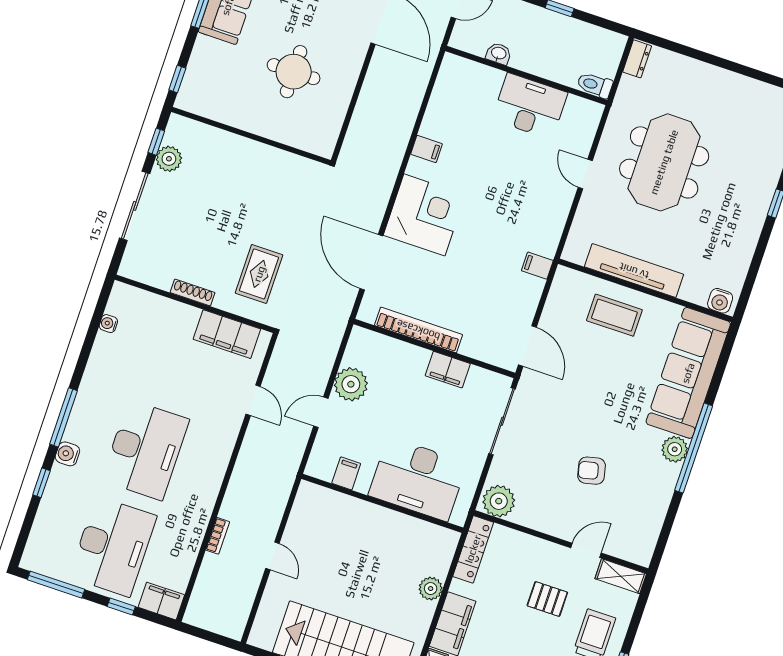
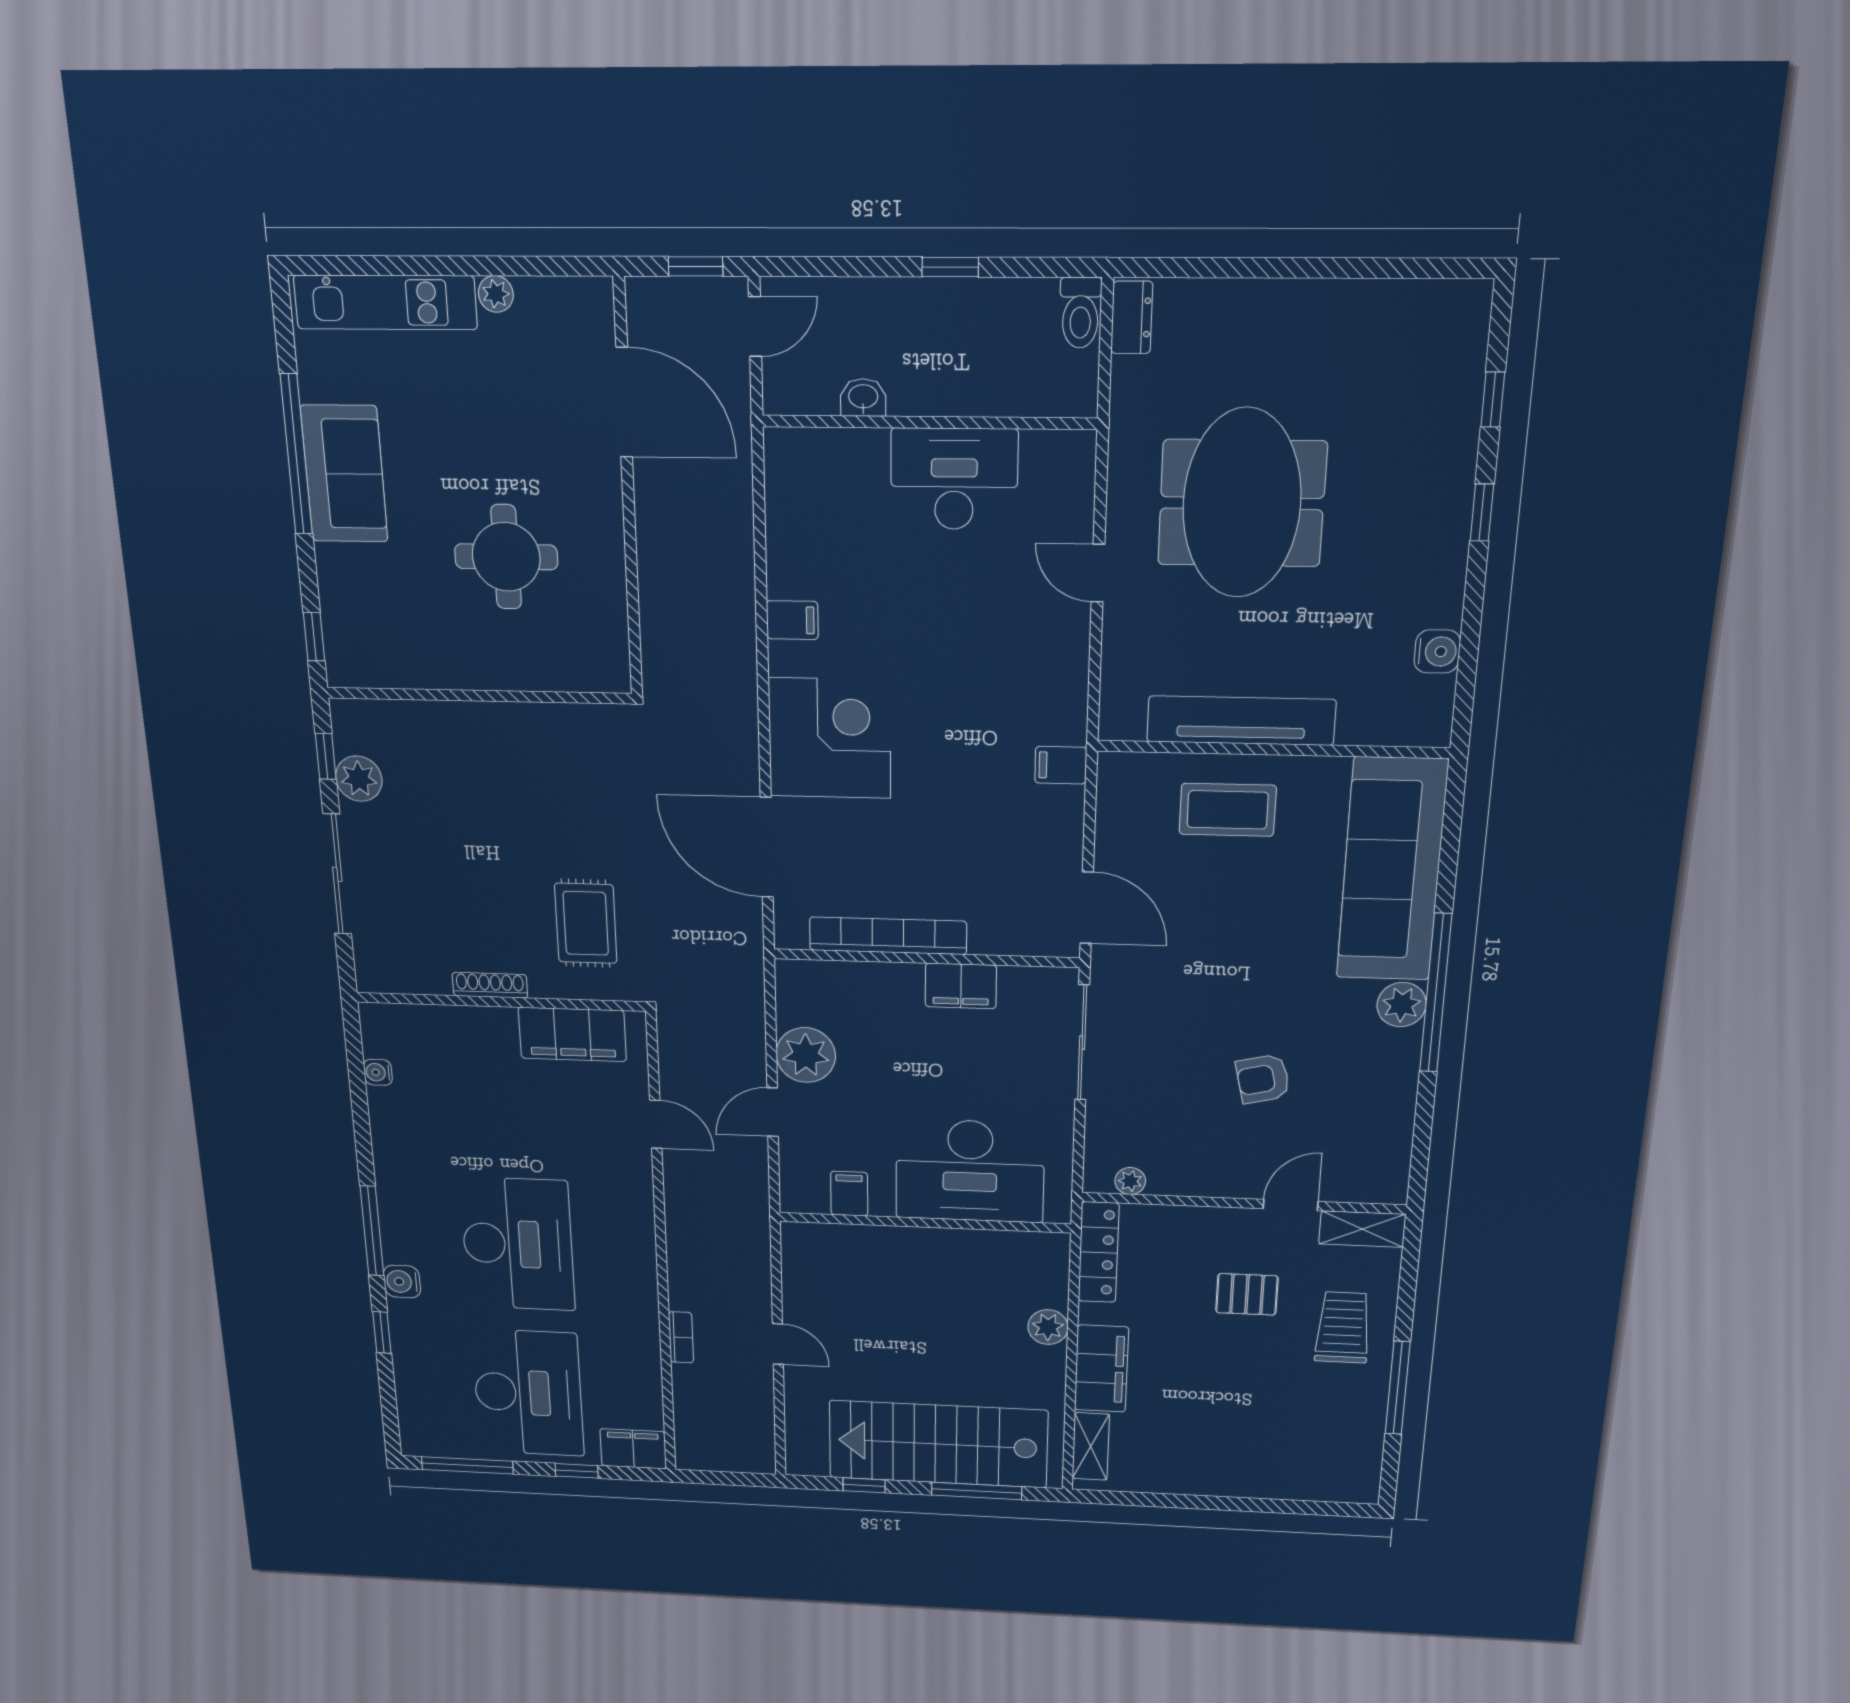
toilet: (595, 85) -> (1080, 313), moved, turned -90
water cooler: (720, 301) -> (1437, 651), moved, turned -90
plant: (499, 501) -> (1130, 1181), width x0.53, depth x0.53

